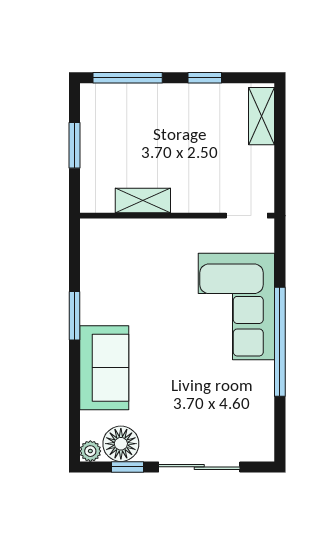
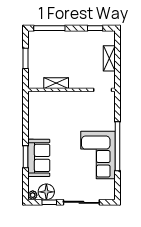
window: (205, 78) -> (95, 28), moved
shelving: (262, 116) -> (109, 58), moved
corner sofa: (236, 306) -> (98, 155), moved
window: (74, 316) -> (26, 157), moved

